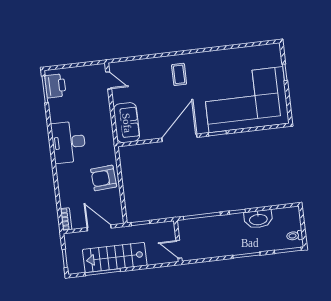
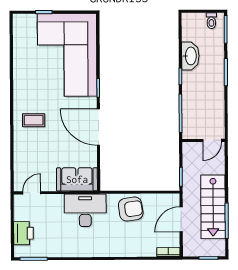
printer: (55, 86) -> (23, 233), moved, turned 90
desk: (69, 142) -> (85, 210), moved, turned 180
armchair: (104, 178) -> (131, 209), turned -94

